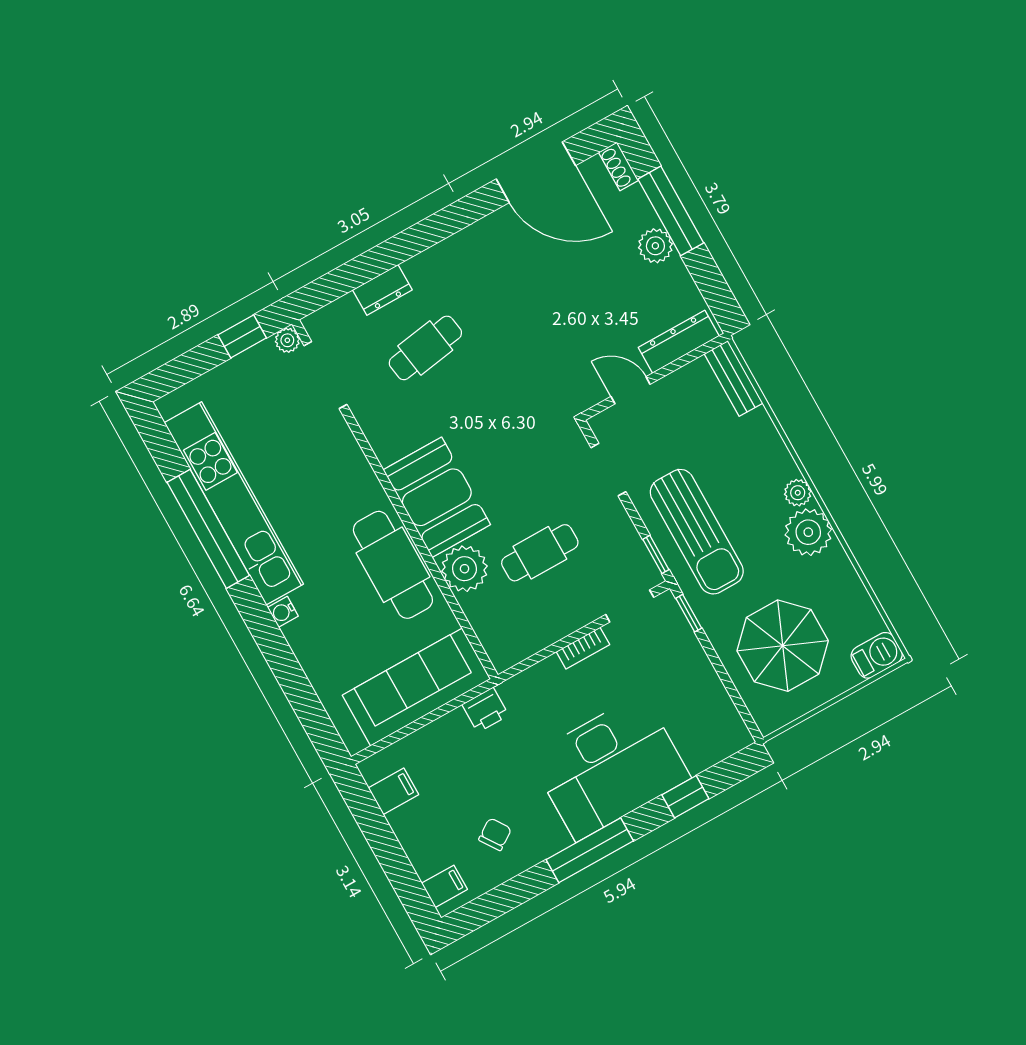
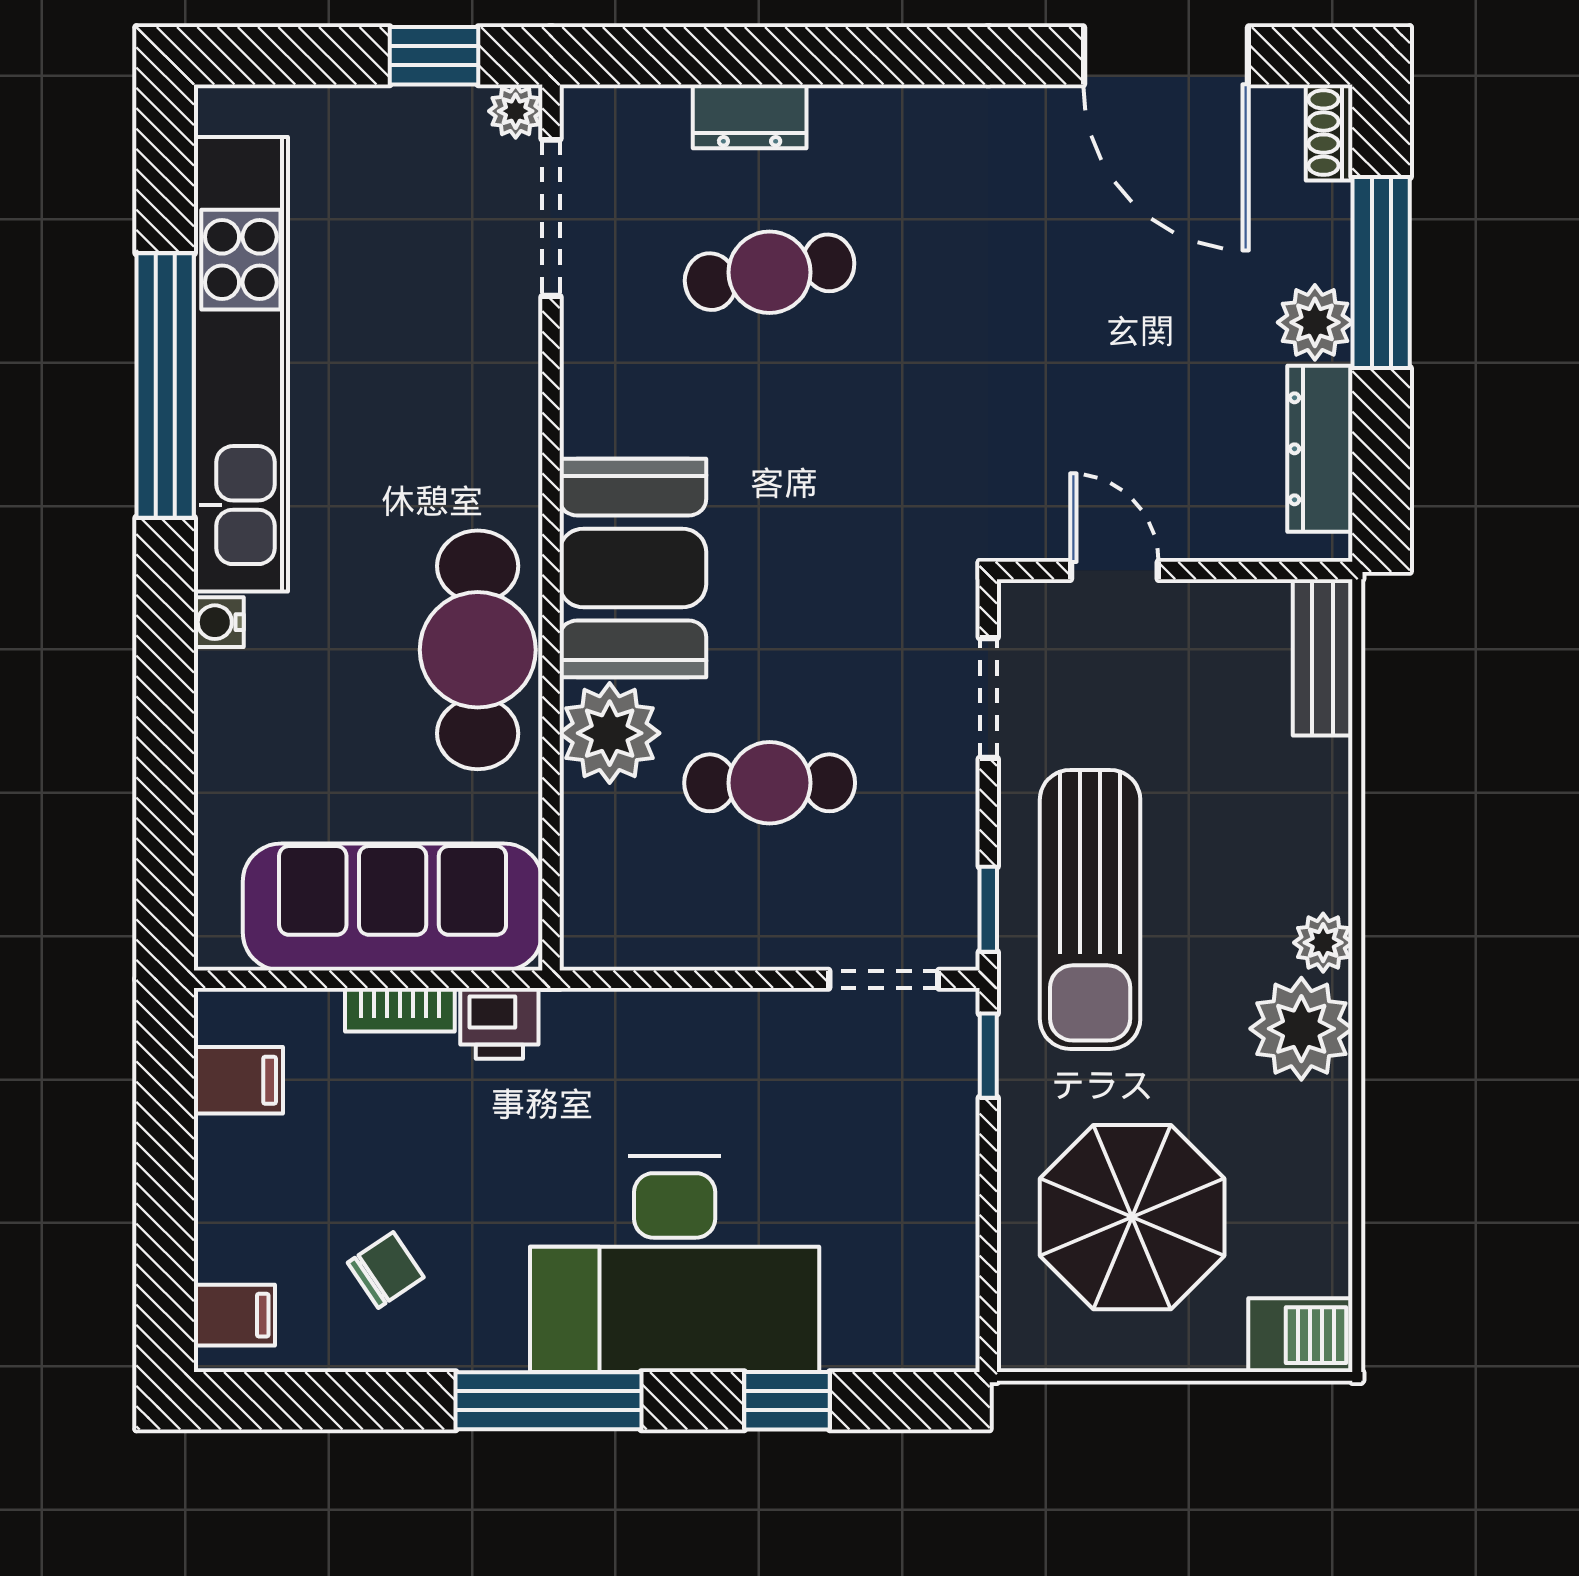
dresser: (679, 342) -> (1320, 449), moved, turned -90
bookcase: (583, 648) -> (400, 1010), moved

